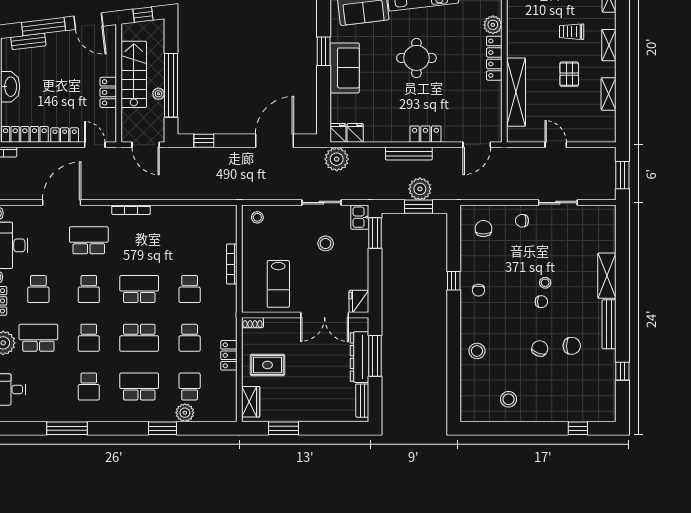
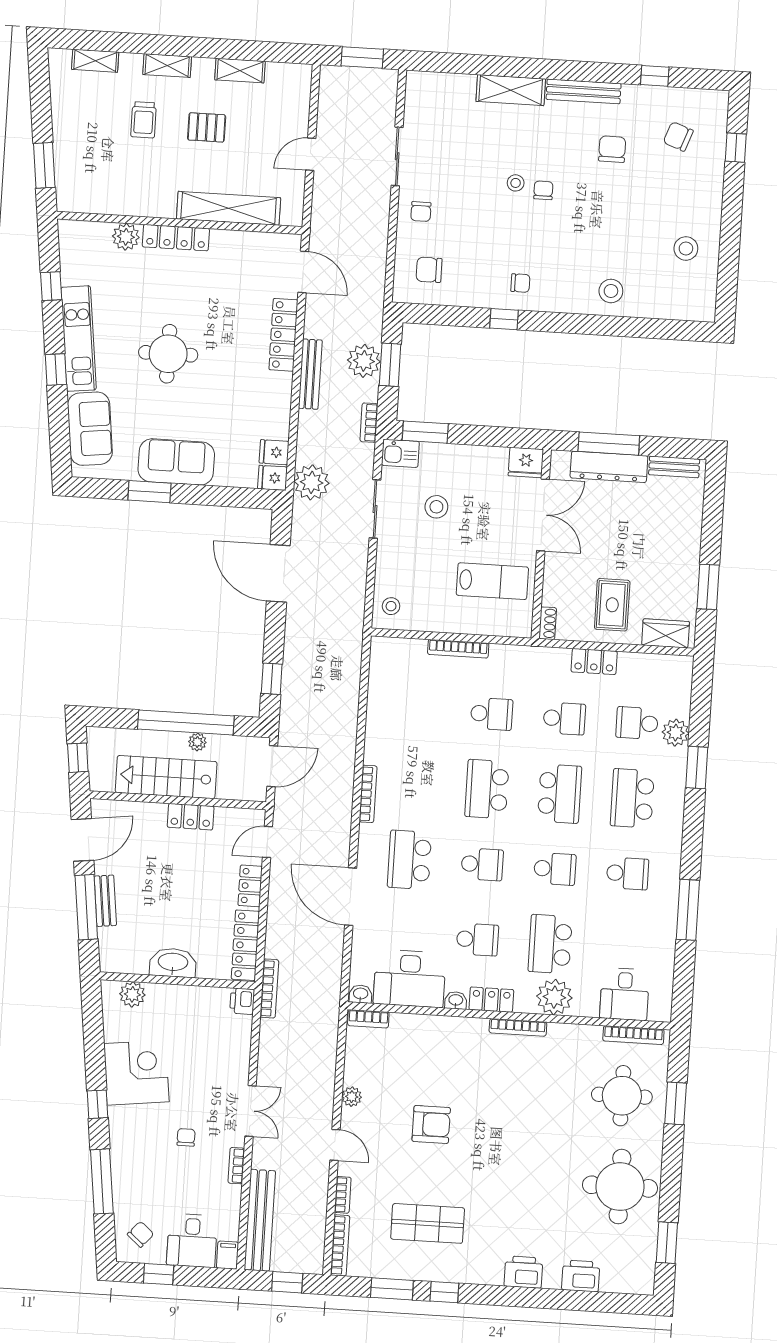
bench: (28, 41) -> (105, 901), moved
locker: (425, 134) -> (283, 335), width x1.53
bookcase: (379, 195) -> (369, 423), added
chair: (540, 348) -> (678, 136), moved

